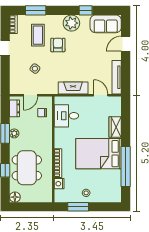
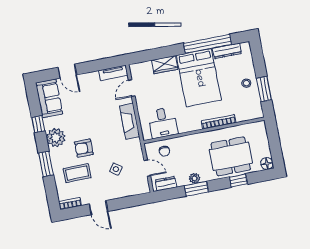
window: (36, 10) -> (46, 164), moved
tv unit: (117, 77) -> (113, 73), width x0.71
dresser: (117, 182) -> (227, 51), added
nightstand: (59, 184) -> (242, 116), removed

